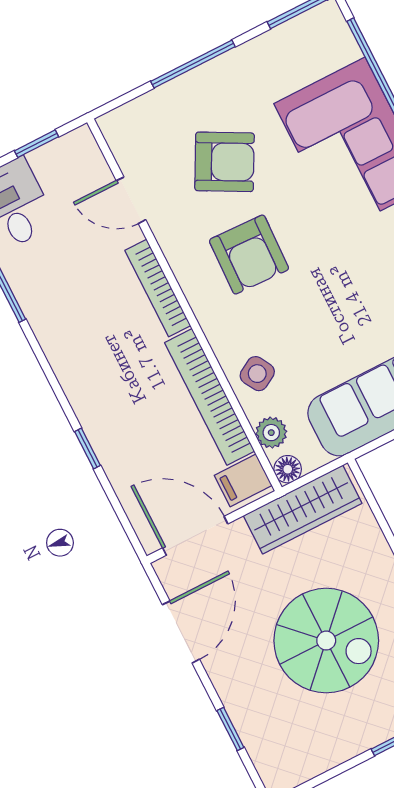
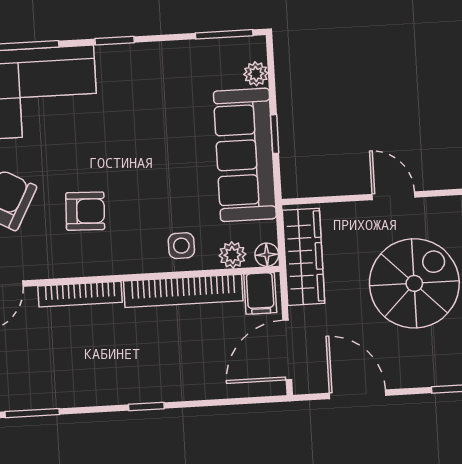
armchair: (249, 255) -> (85, 211), width x0.72, depth x0.72
side table: (257, 374) -> (181, 246), turned 30
window: (88, 449) -> (146, 406), moved

